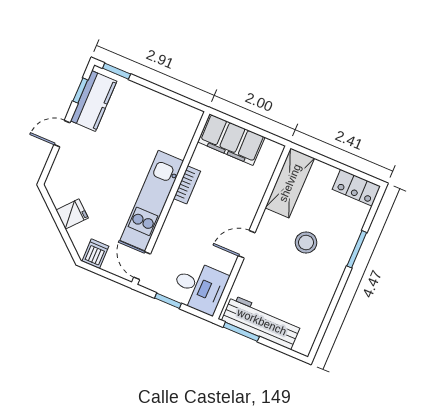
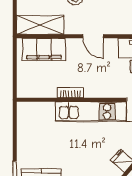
filing cabinet: (231, 140) -> (44, 49), moved, turned 90

